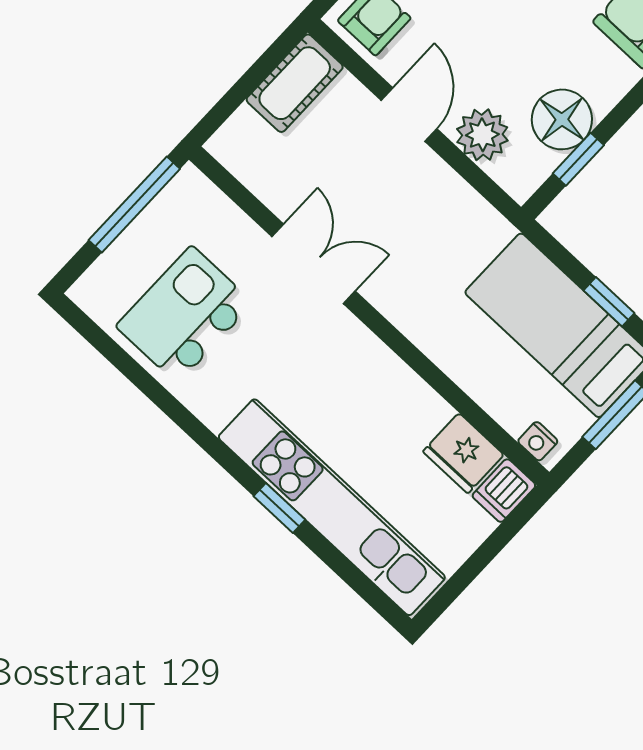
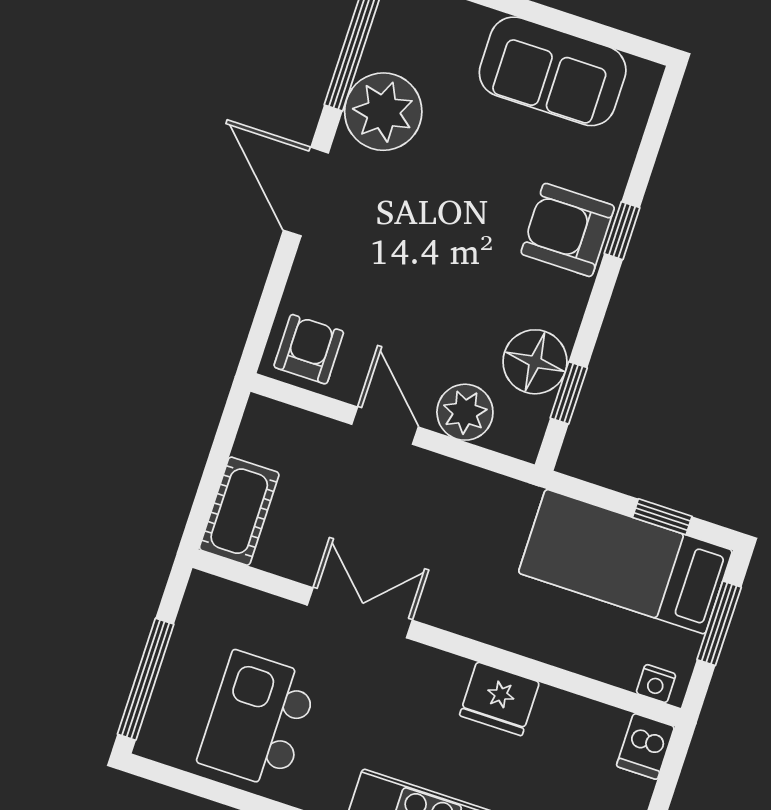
cot: (295, 83) -> (239, 511), moved
window: (134, 204) -> (146, 679), moved
fridge: (463, 453) -> (499, 699), moved

